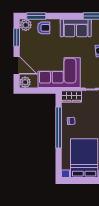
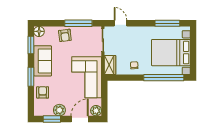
window: (36, 16) -> (31, 77), moved
plant: (26, 25) -> (59, 110), moved
window: (59, 127) -> (164, 78), moved

